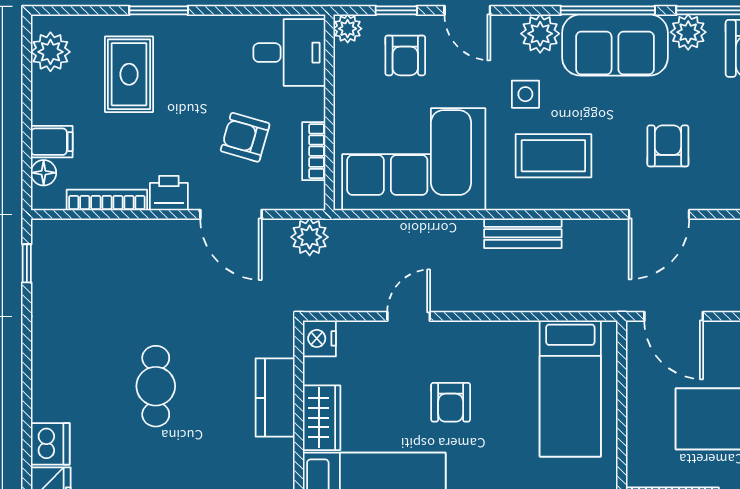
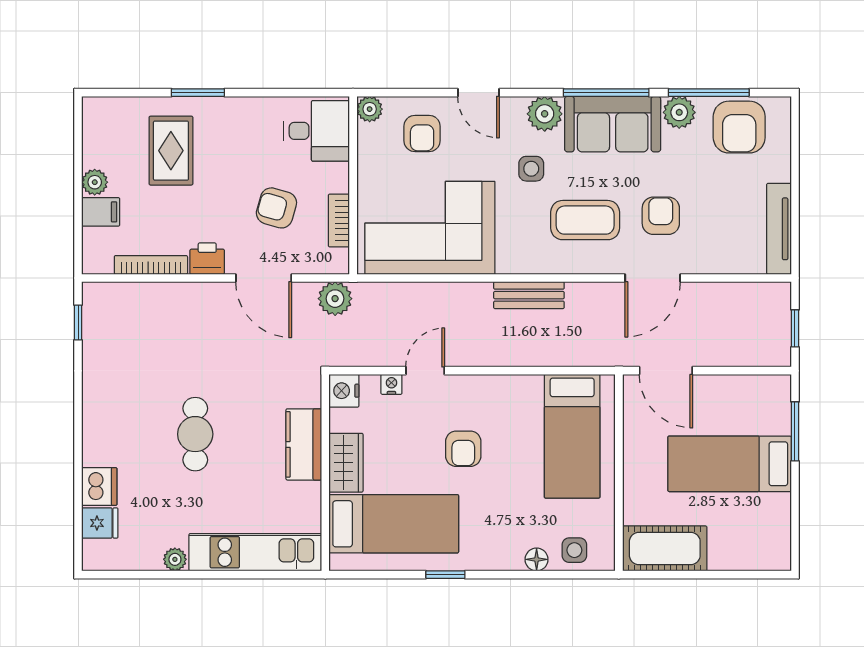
window: (396, 10) -> (414, 93), removed
plant: (50, 52) -> (95, 182), moved, width x0.73, depth x0.73
coffee table: (553, 156) -> (585, 220), moved
floor lamp: (44, 173) -> (93, 240), removed
nightstand: (372, 331) -> (391, 384), added

